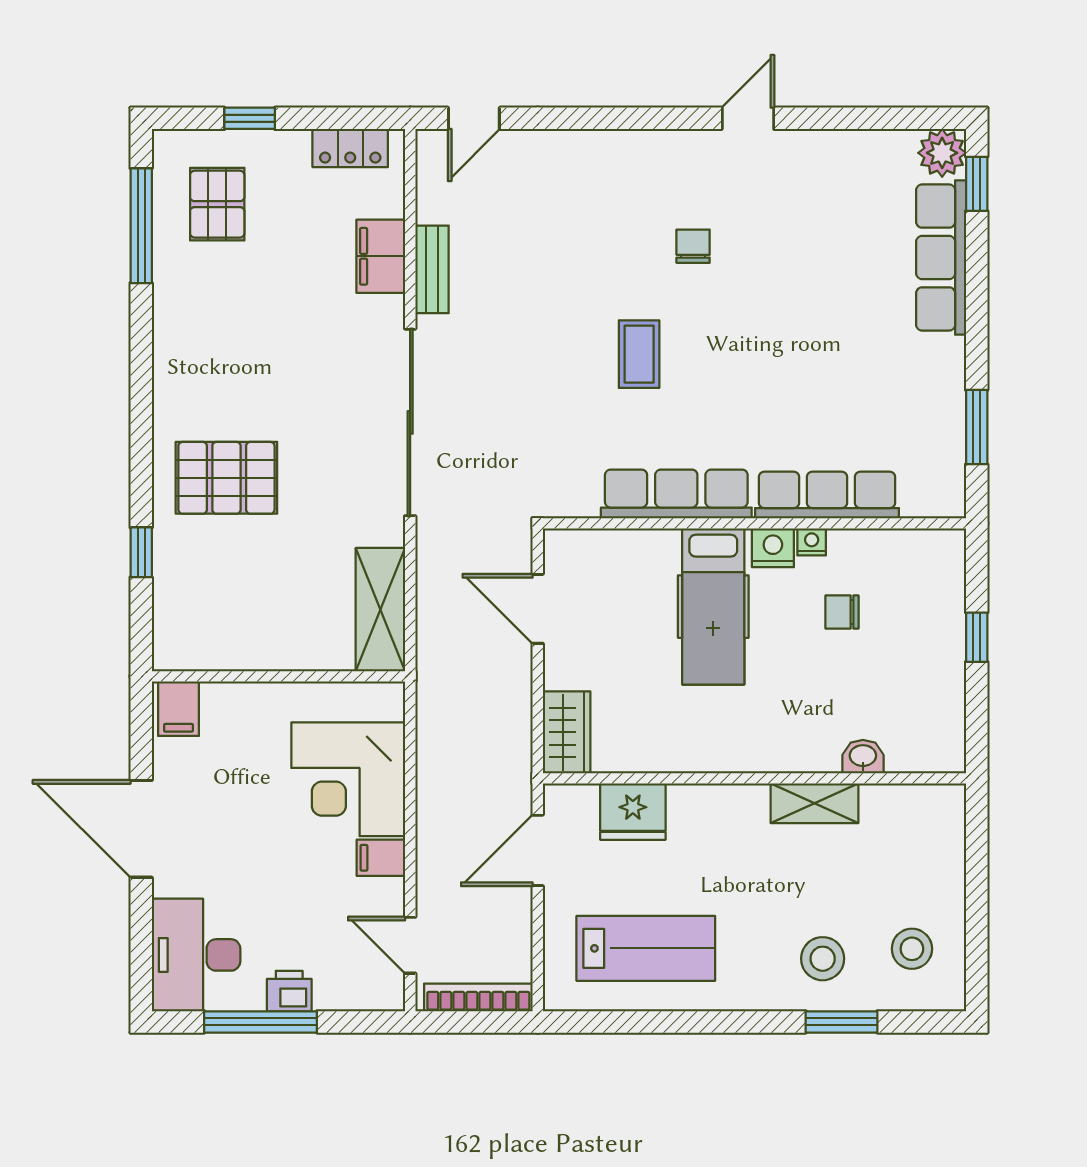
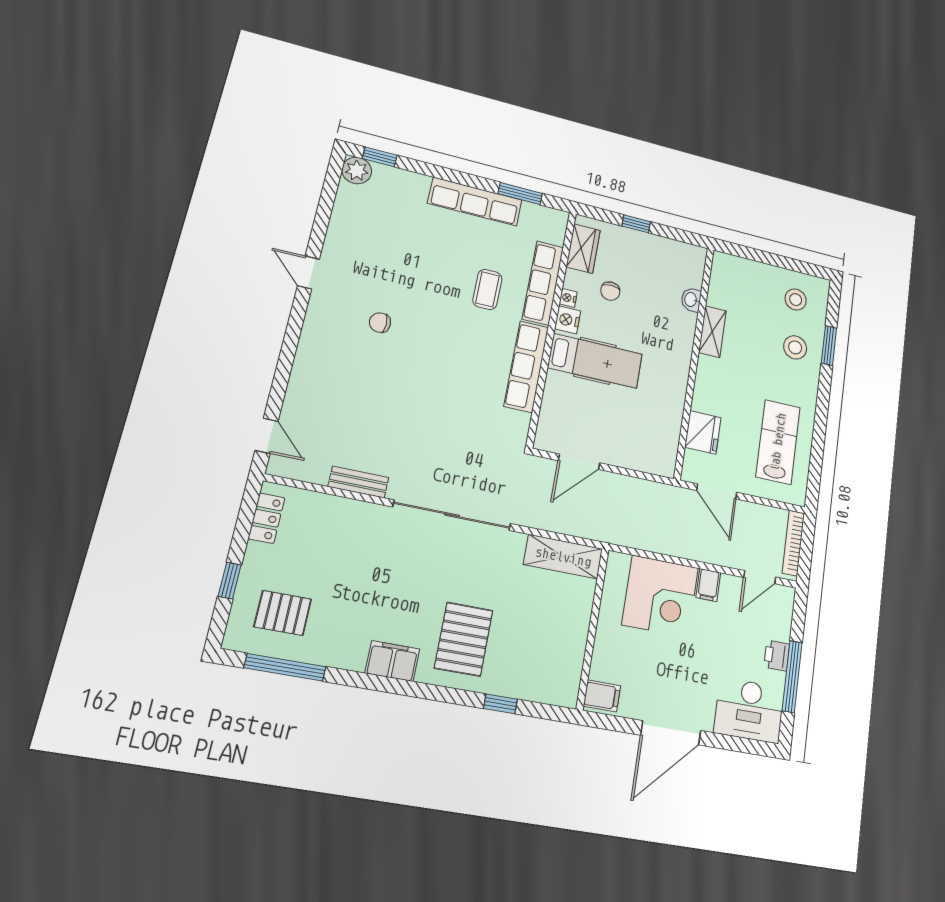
filing cabinet: (381, 256) -> (392, 661), moved, turned 180
row of seats: (941, 258) -> (475, 202), moved
coffee table: (639, 354) -> (487, 289), moved, turned 90
wardrobe: (567, 732) -> (583, 249), moved, turned 90

